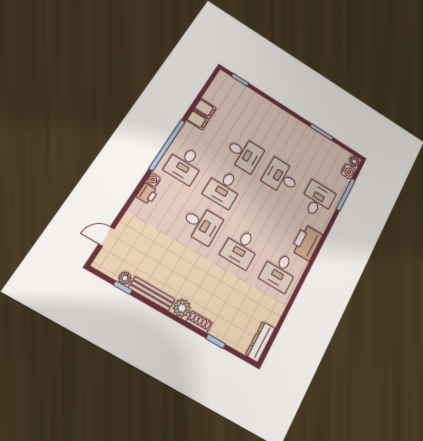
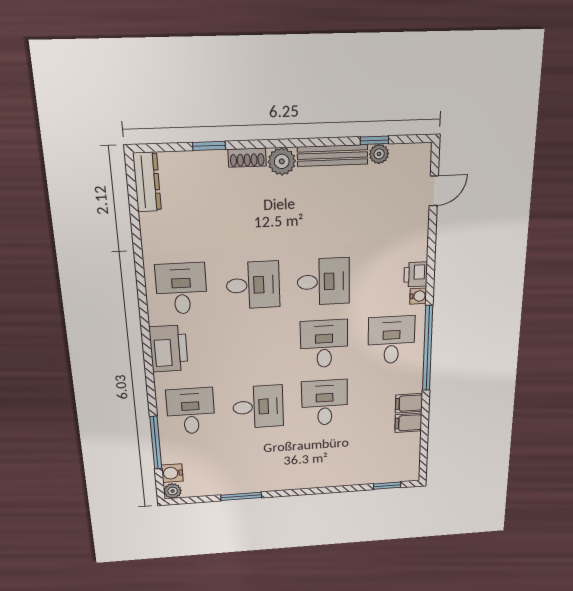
desk: (244, 154) -> (325, 403), turned 90
desk: (317, 200) -> (191, 411), turned 180
desk: (202, 224) -> (323, 282), turned 180
desk: (241, 248) -> (253, 285), turned 90

